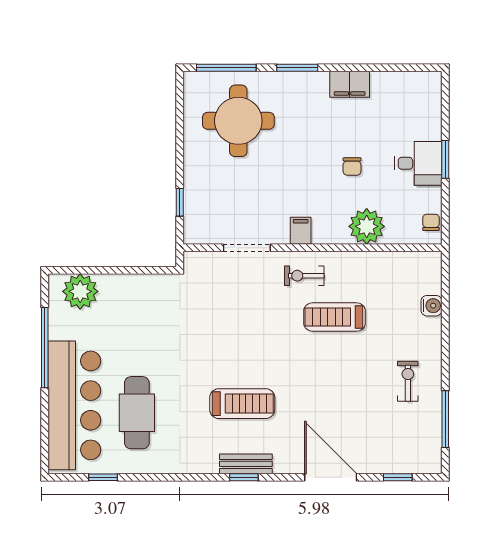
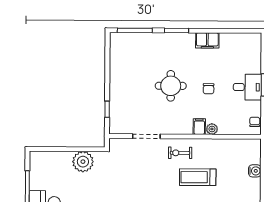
round table: (238, 121) -> (171, 86), moved, width x0.73, depth x0.73
plant: (367, 226) -> (212, 129), width x0.53, depth x0.53
filing cabinet: (301, 231) -> (199, 127), moved
plant: (80, 291) -> (83, 162), moved

